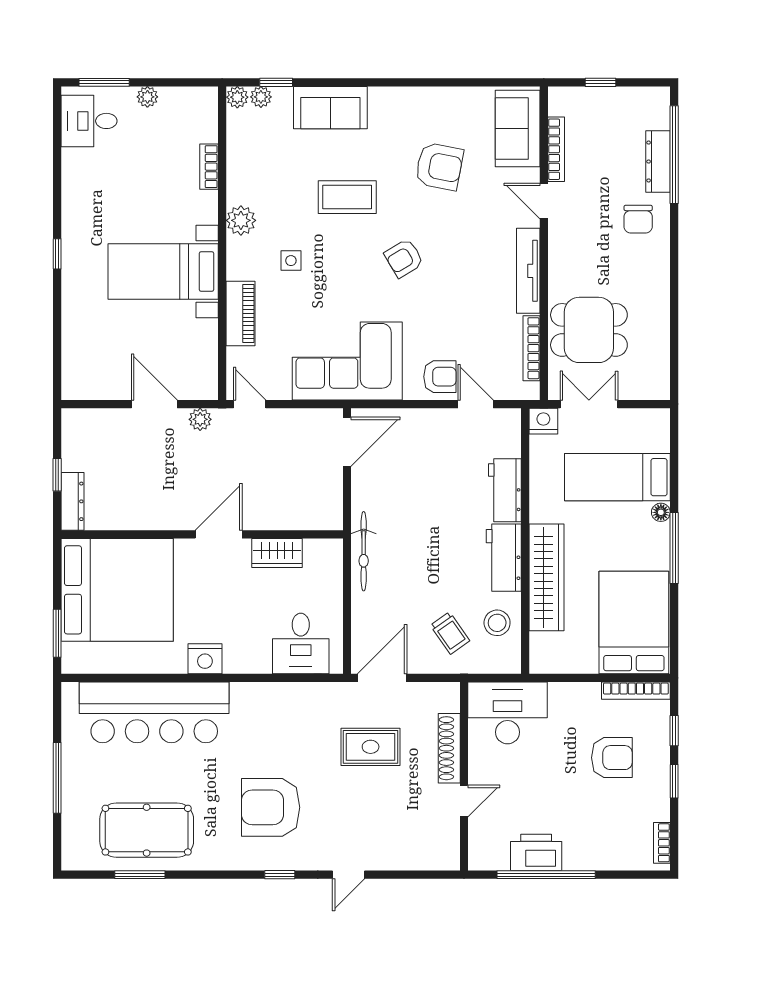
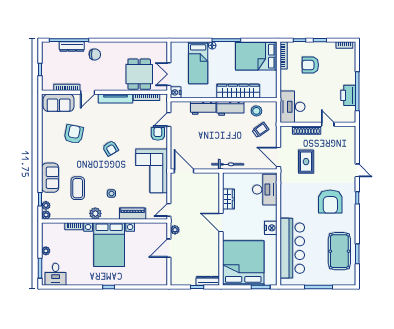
coffee table: (347, 197) -> (78, 188), moved
bed with nightstands: (163, 271) -> (109, 245), width x1.36
desk: (301, 644) -> (265, 190), width x1.37
armchair: (612, 758) -> (310, 65), turned -90

